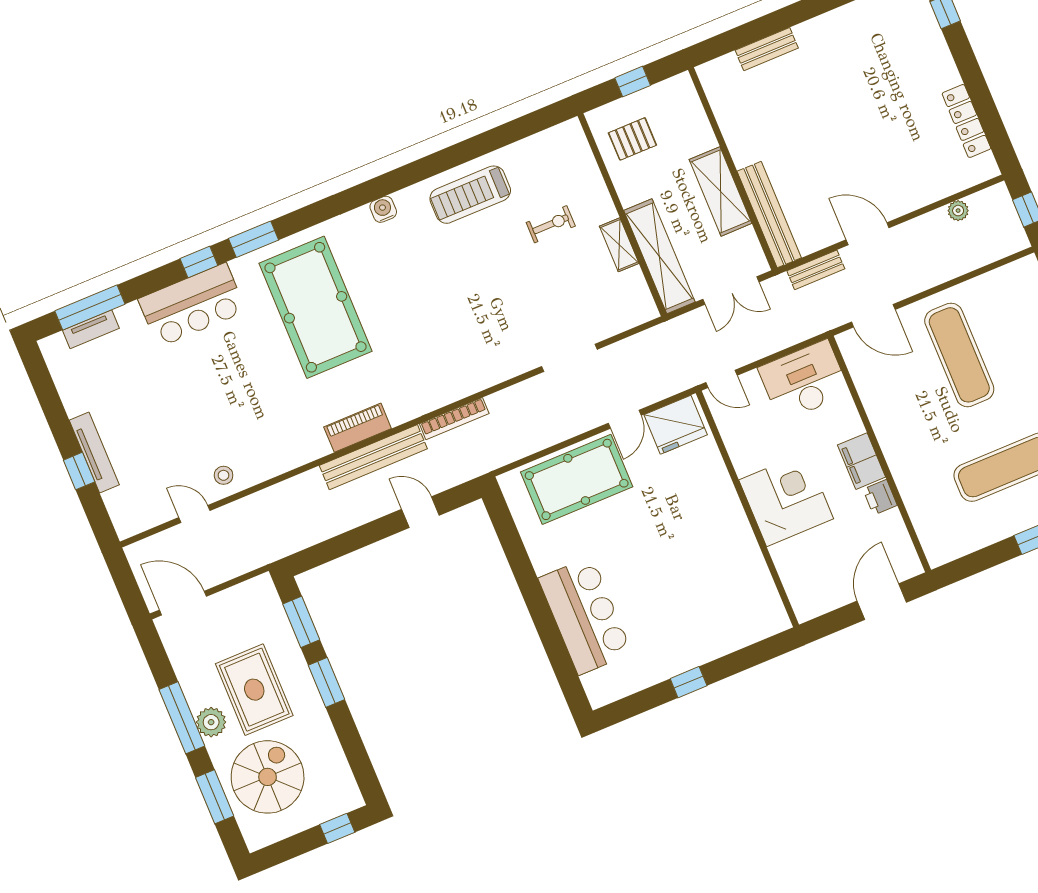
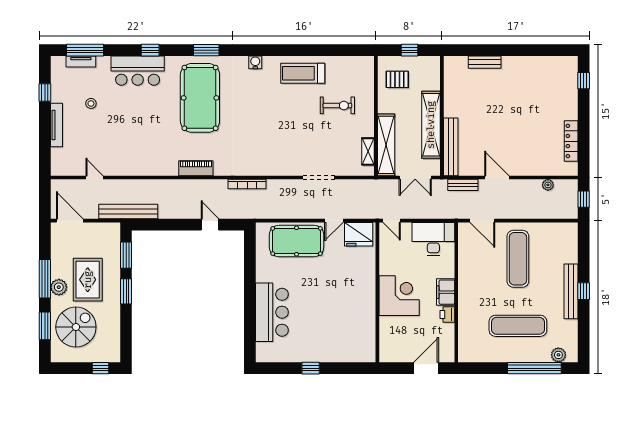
shelving: (721, 191) -> (431, 125), width x1.47
exercise bike: (551, 224) -> (337, 105), width x1.38, depth x1.39
window: (254, 239) -> (206, 50), moved
shelving: (619, 245) -> (368, 151), moved
bench: (373, 457) -> (128, 212), moved
window: (79, 471) -> (45, 93), moved
stool: (224, 475) -> (91, 103), moved

